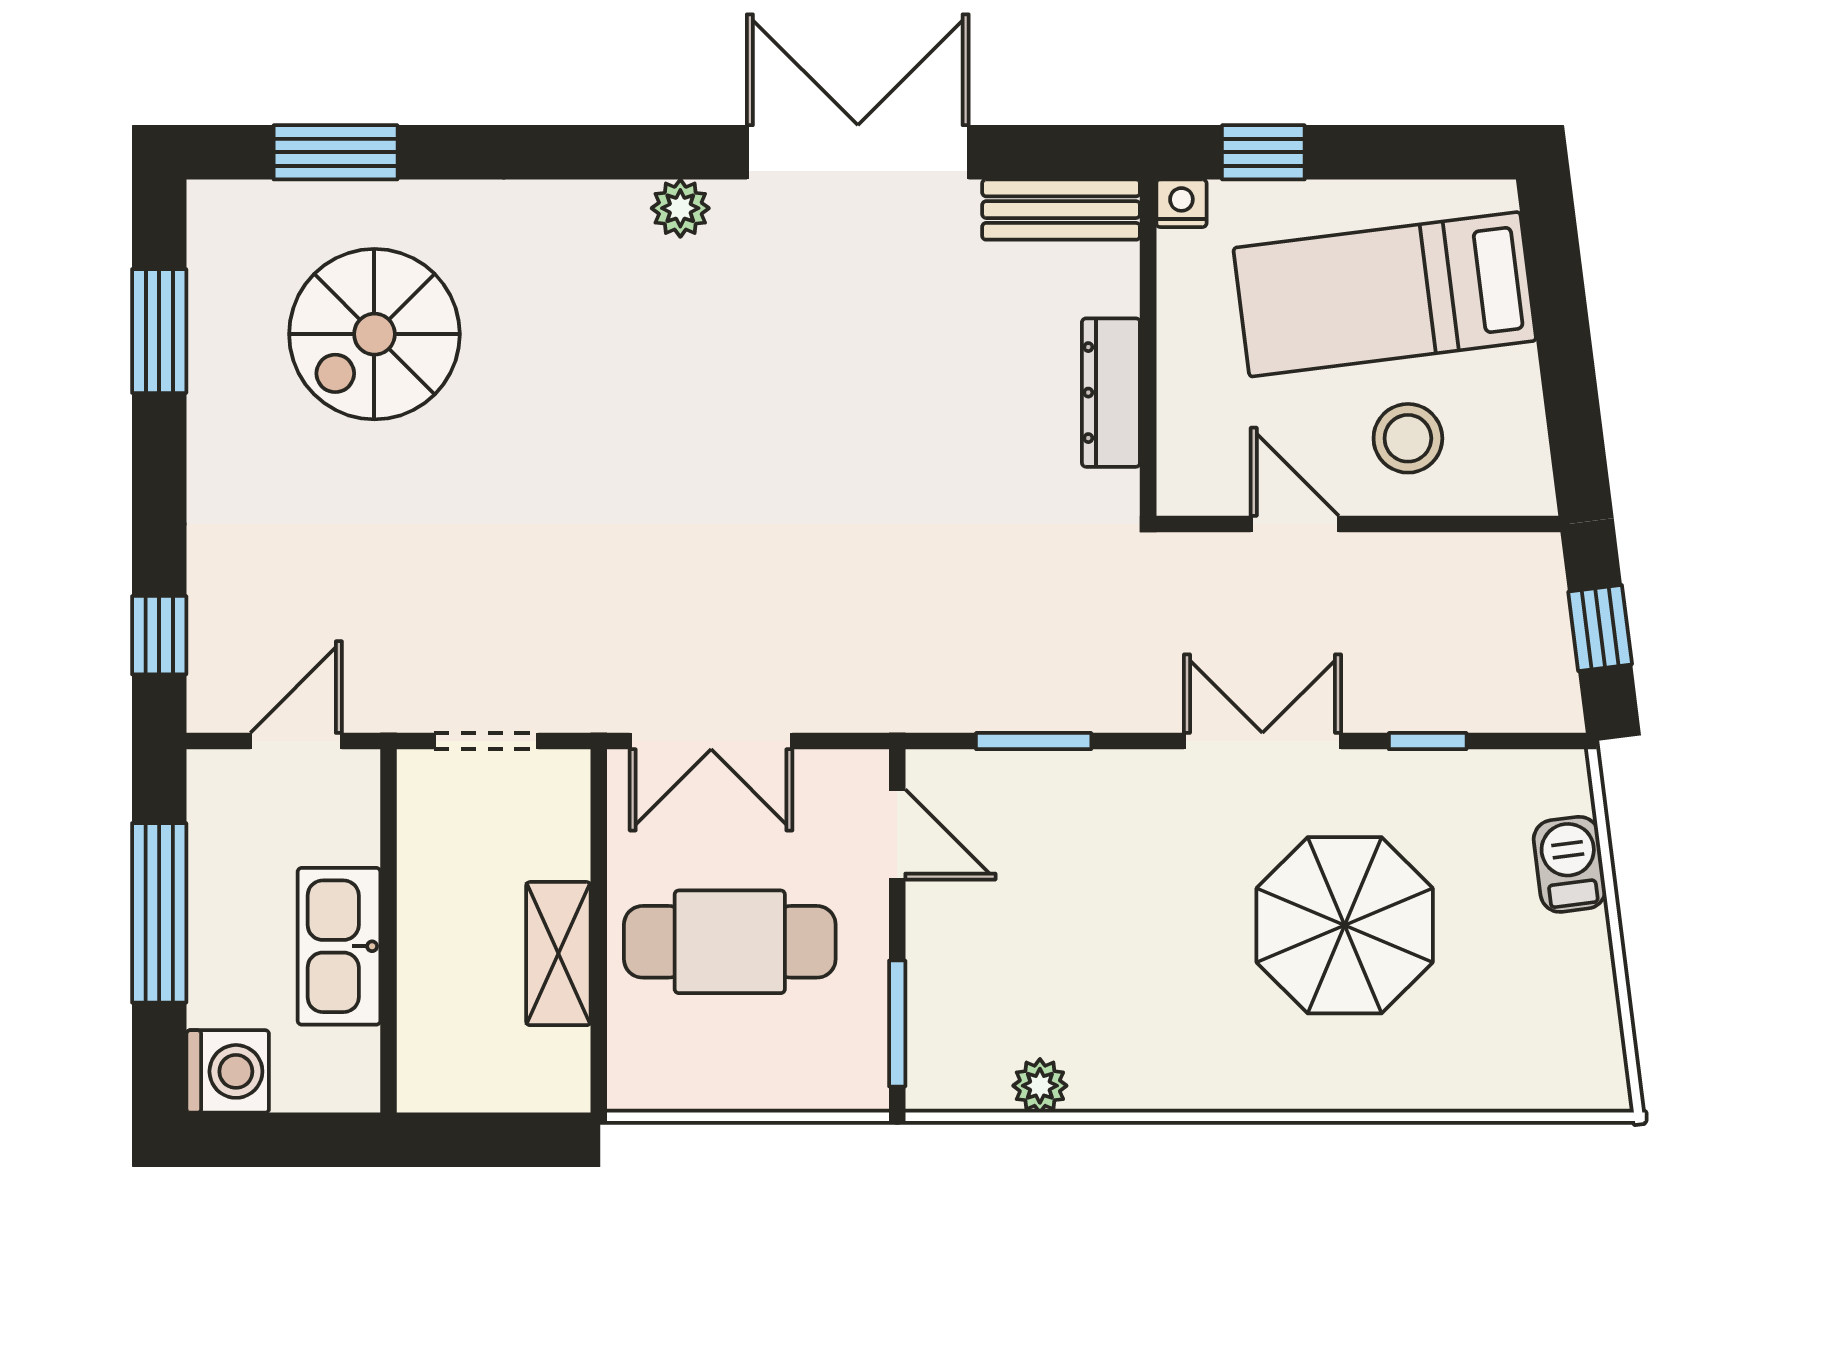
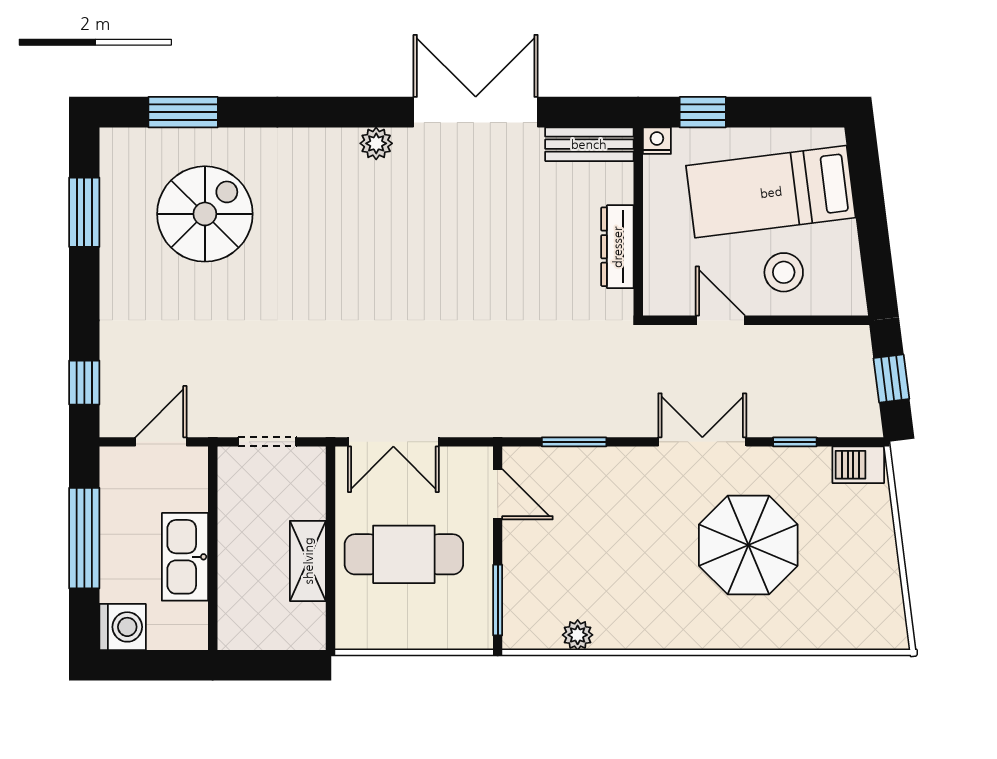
spiral stairs: (374, 334) -> (205, 214), turned 180
barbecue: (1570, 864) -> (858, 465), moved, turned -83

